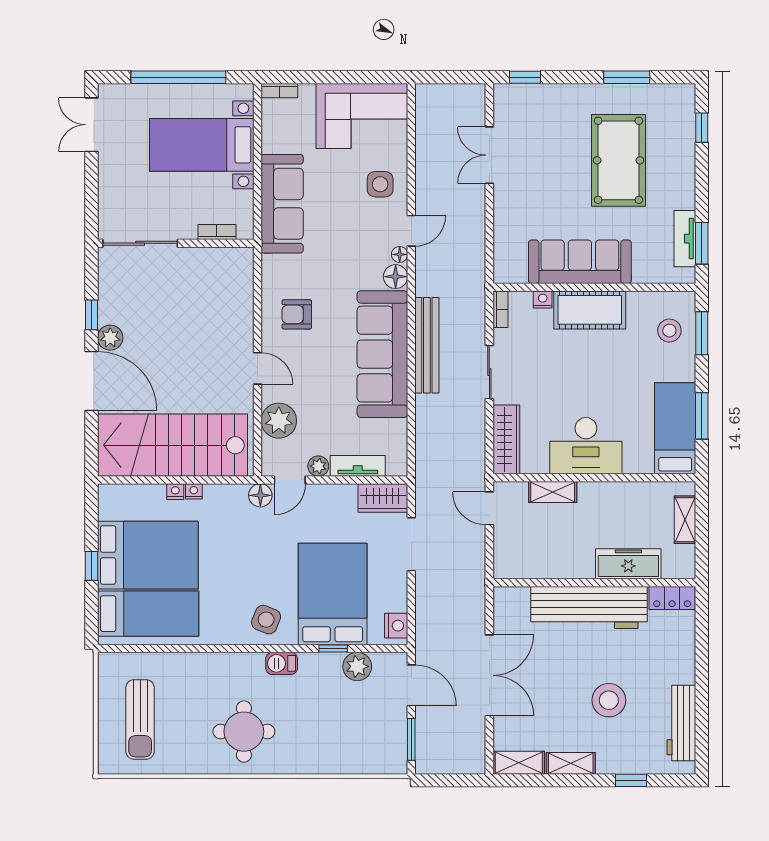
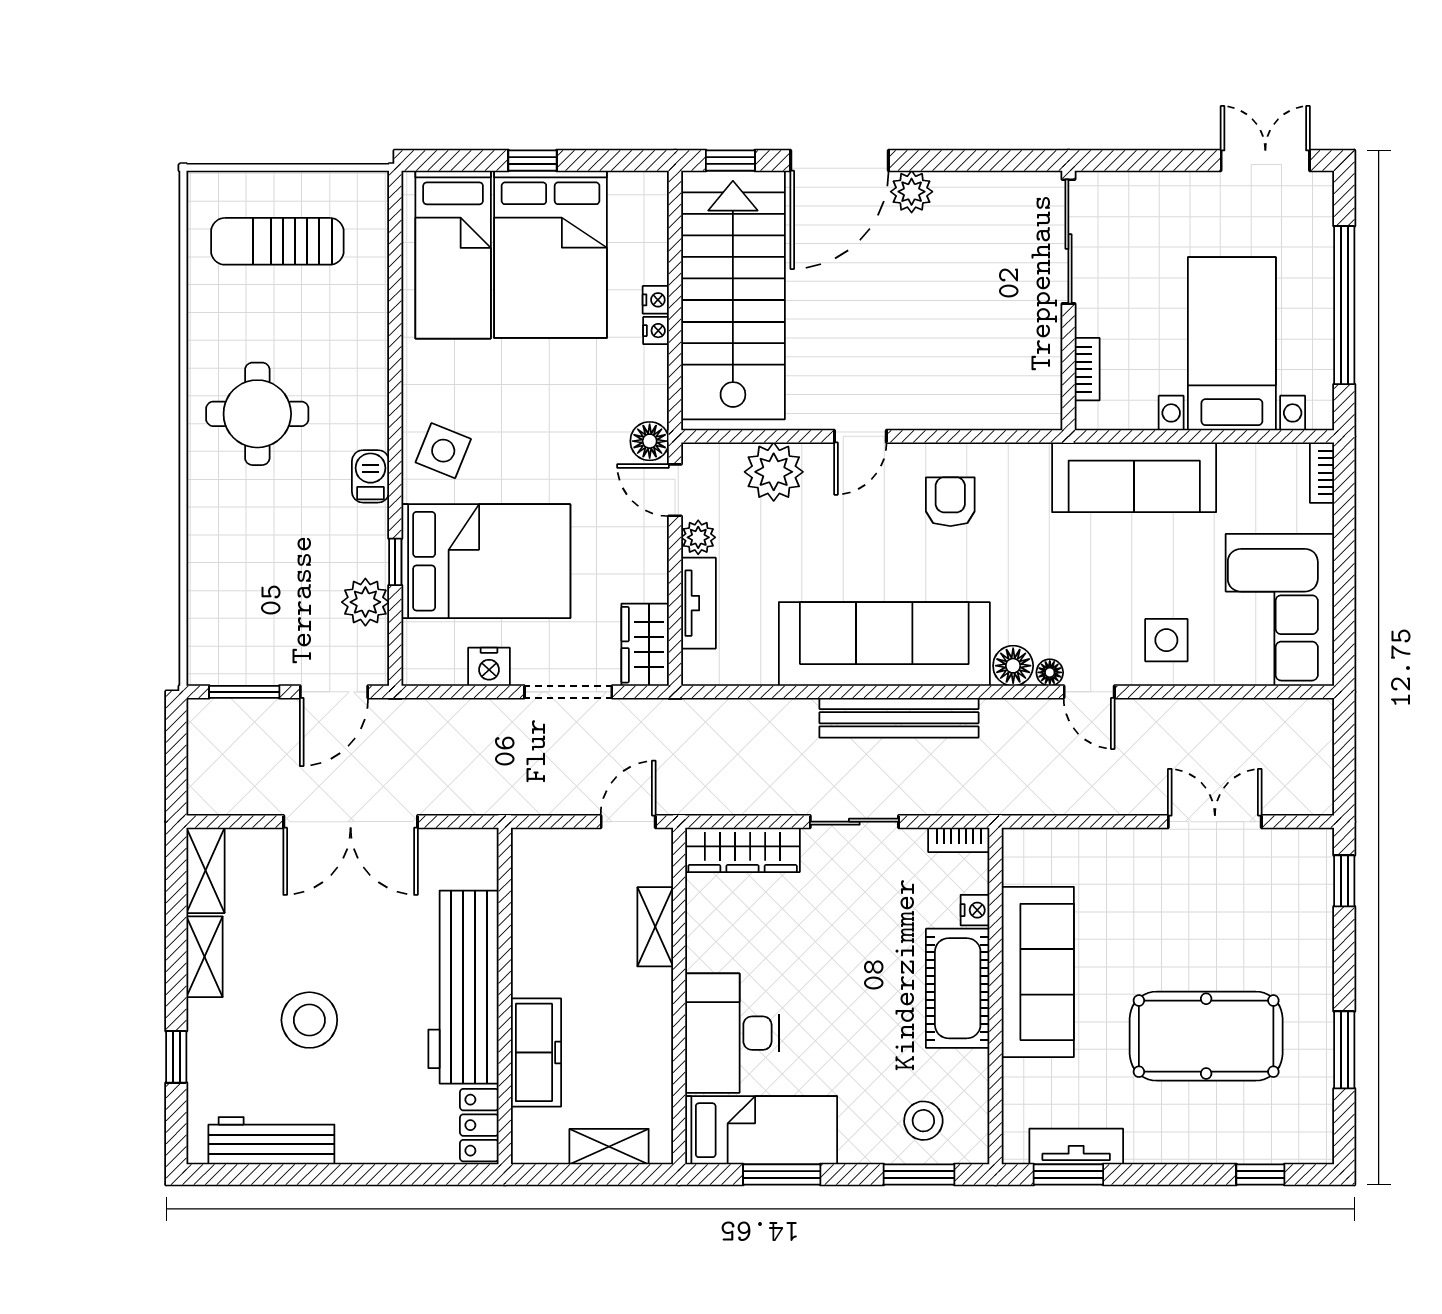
window: (91, 315) -> (730, 161), moved
desk: (586, 446) -> (732, 1033), moved
nightstand: (396, 626) -> (489, 667), moved

